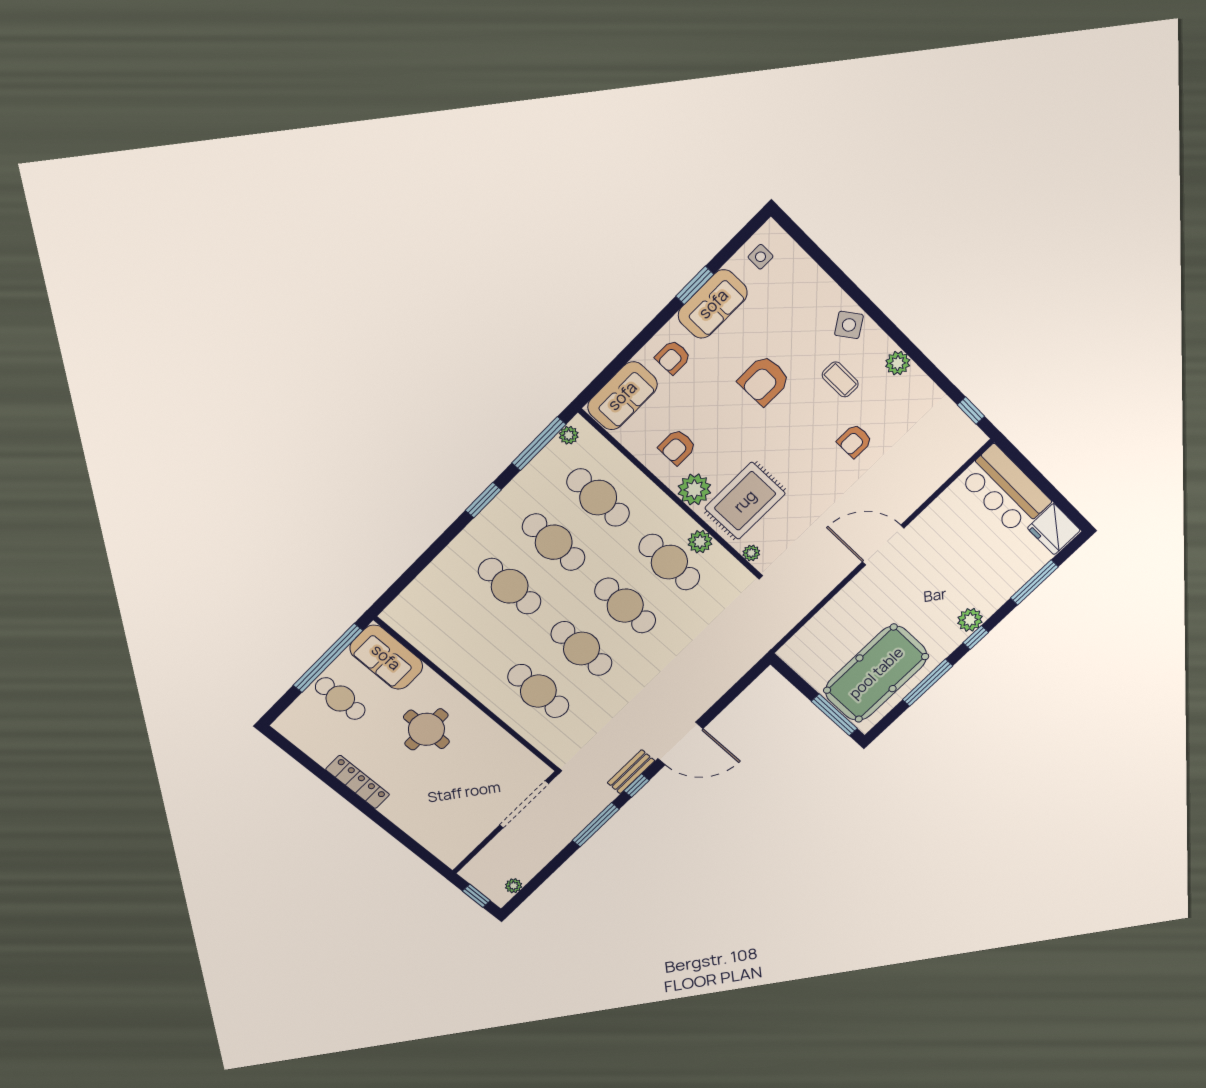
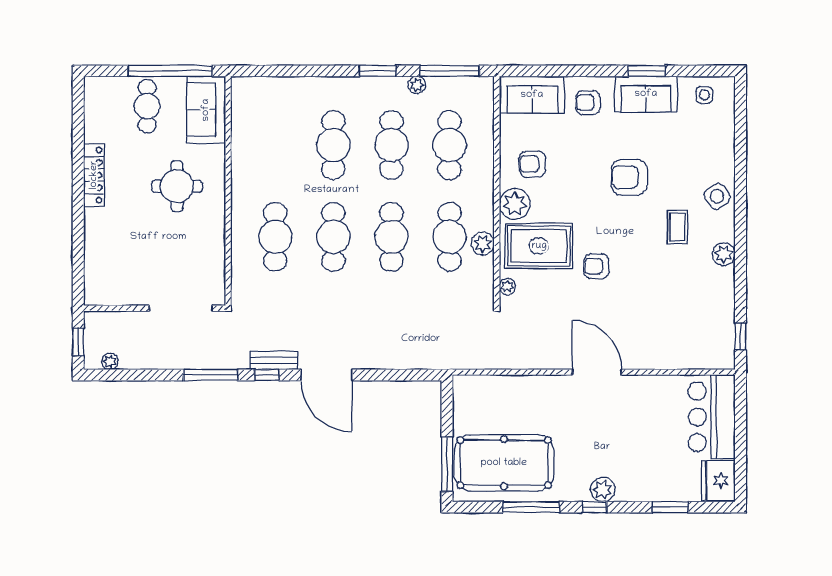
plant: (569, 435) -> (417, 85), moved
armchair: (855, 441) -> (597, 266), moved
window: (1034, 582) -> (670, 507), width x0.69

